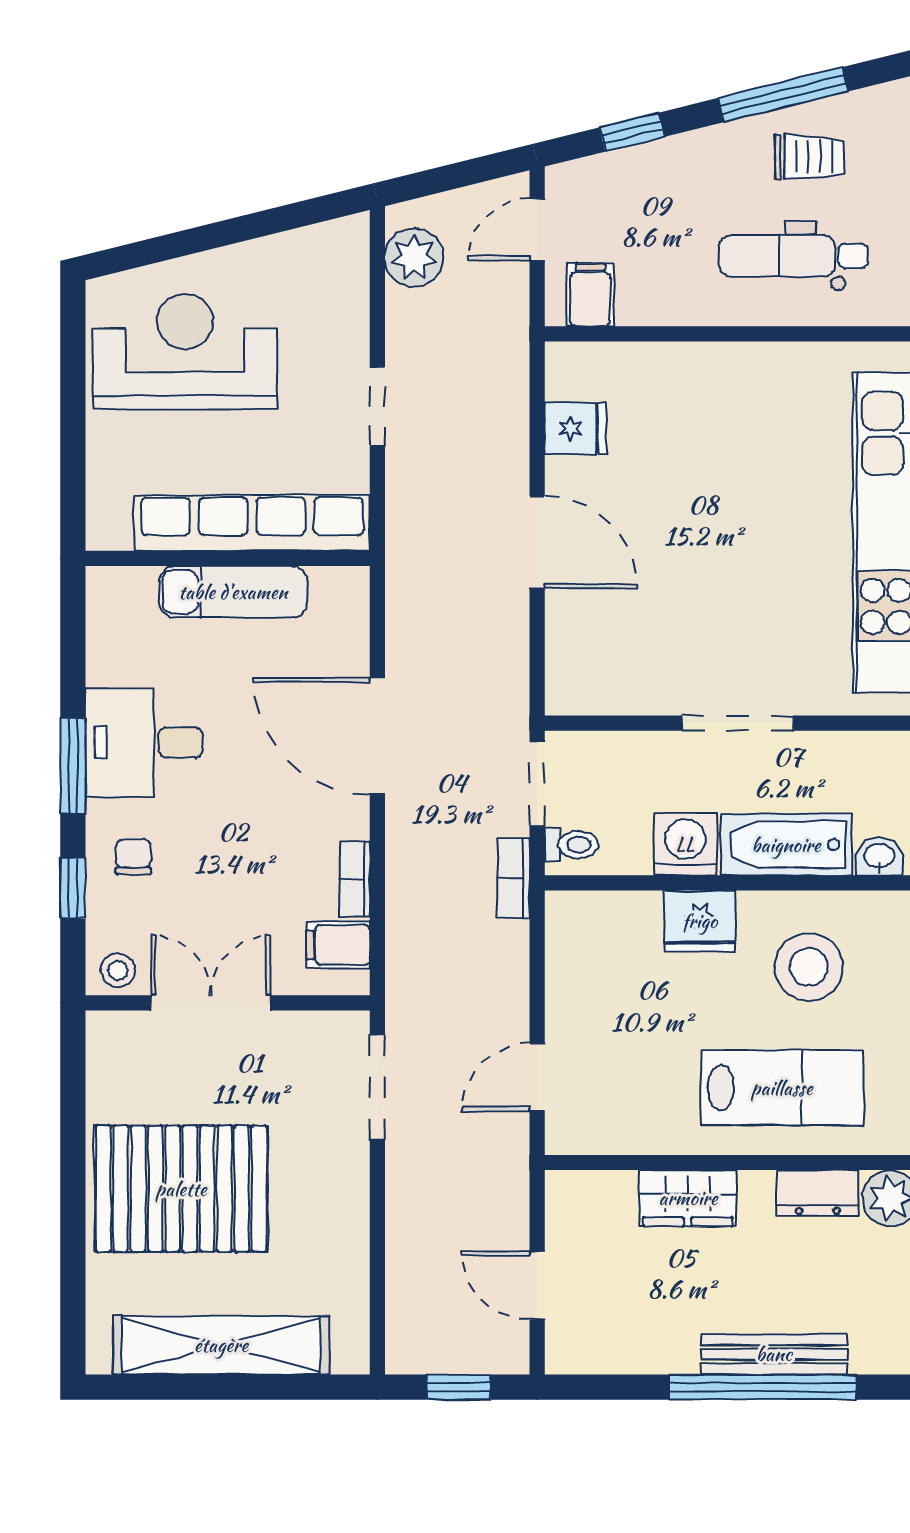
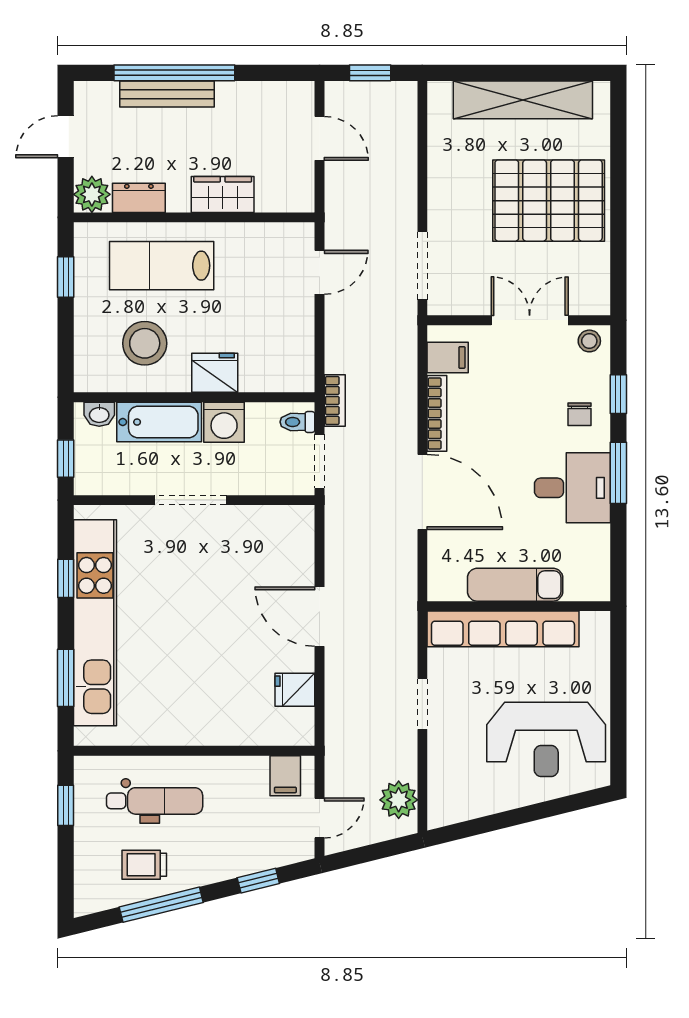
bookcase: (355, 879) -> (437, 413), width x1.56
double door: (211, 1003) -> (530, 320), swing flipped

